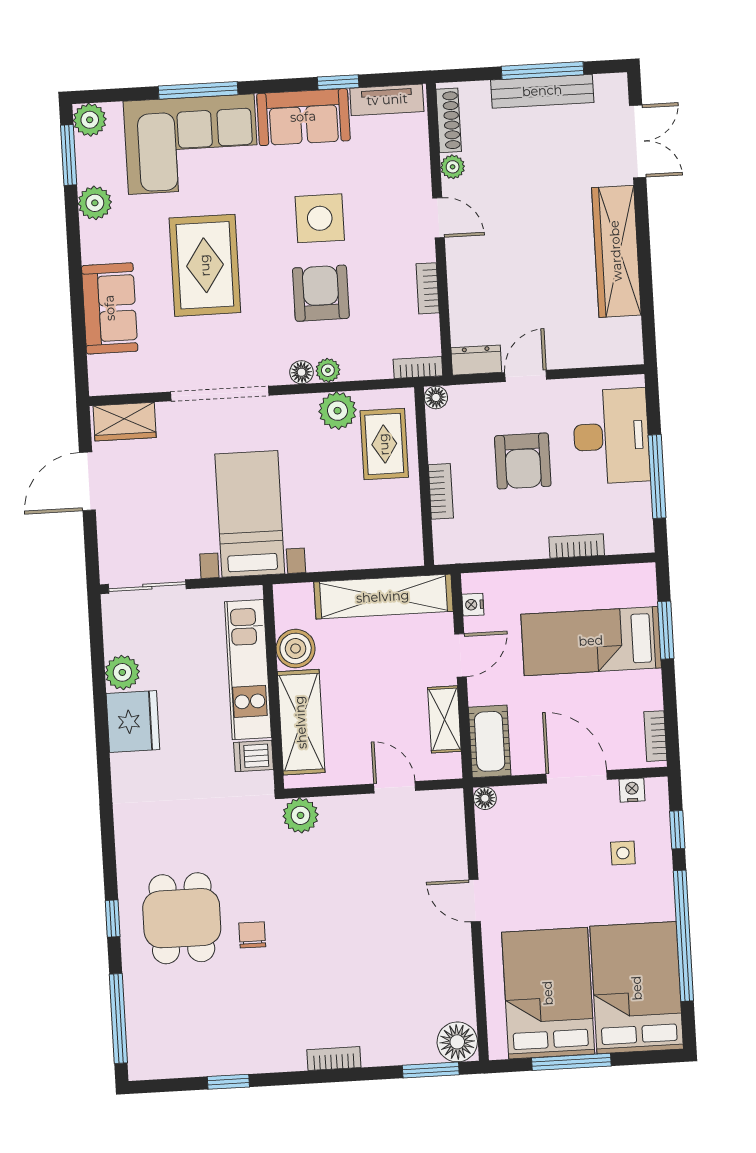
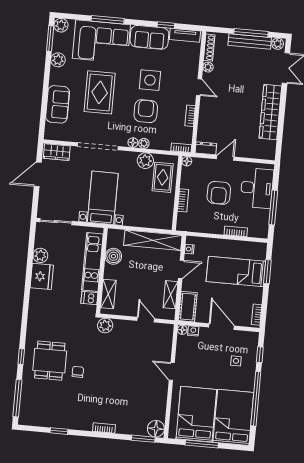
plant: (609, 87) -> (278, 44), added
shelving: (301, 722) -> (108, 294), width x0.67, depth x0.75
nightstand: (632, 790) -> (193, 331), moved

